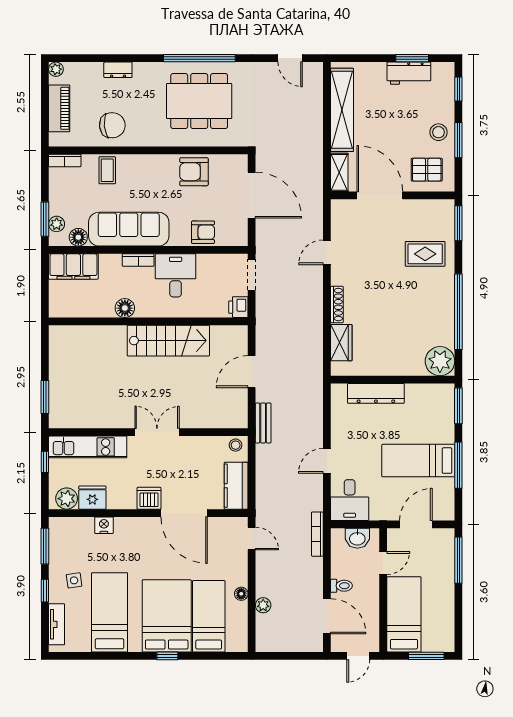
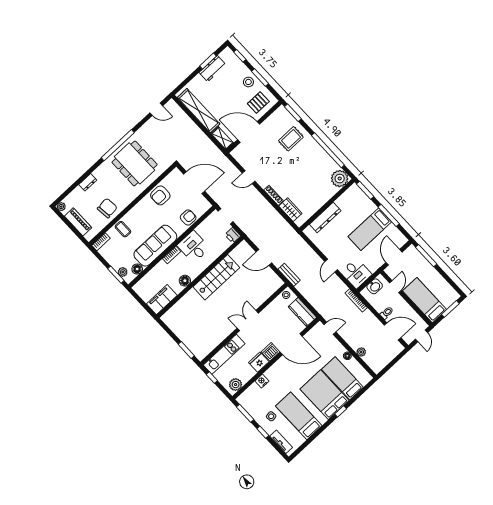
dining table: (199, 101) -> (135, 163), turned 90
door: (327, 252) -> (249, 177), hinge flipped
filing cabinet: (73, 266) -> (162, 300), moved, turned 180
door: (252, 372) -> (264, 257), hinge flipped
fridge: (92, 498) -> (259, 362), moved

